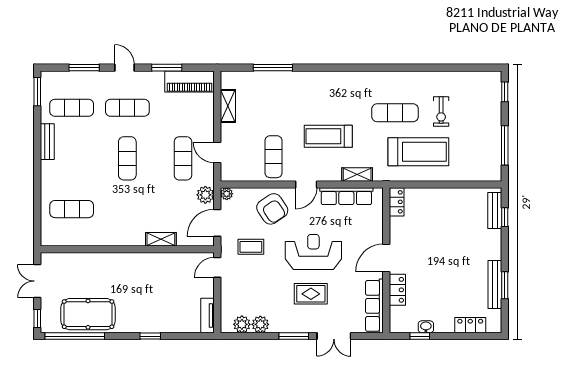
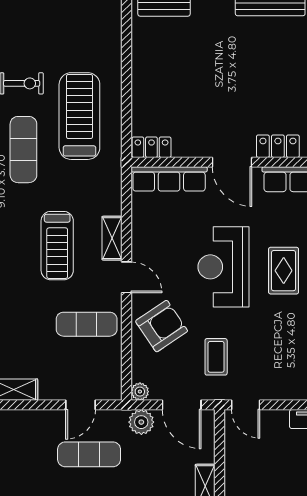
shelving: (357, 174) -> (112, 238), moved
row of seats: (346, 196) -> (169, 179), moved, turned 90

